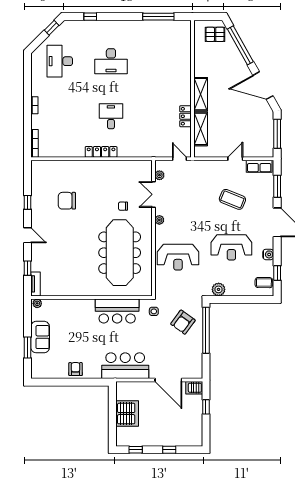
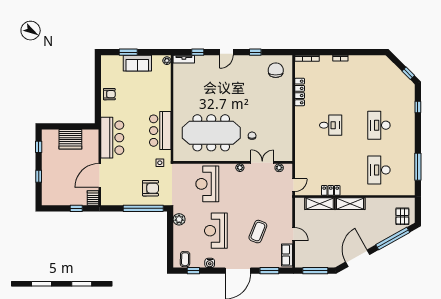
desk: (60, 61) -> (379, 170), moved, turned -90
locker: (101, 152) -> (300, 92), moved
chair: (67, 201) -> (276, 70), moved
armchair: (183, 322) -> (150, 188), turned 144

